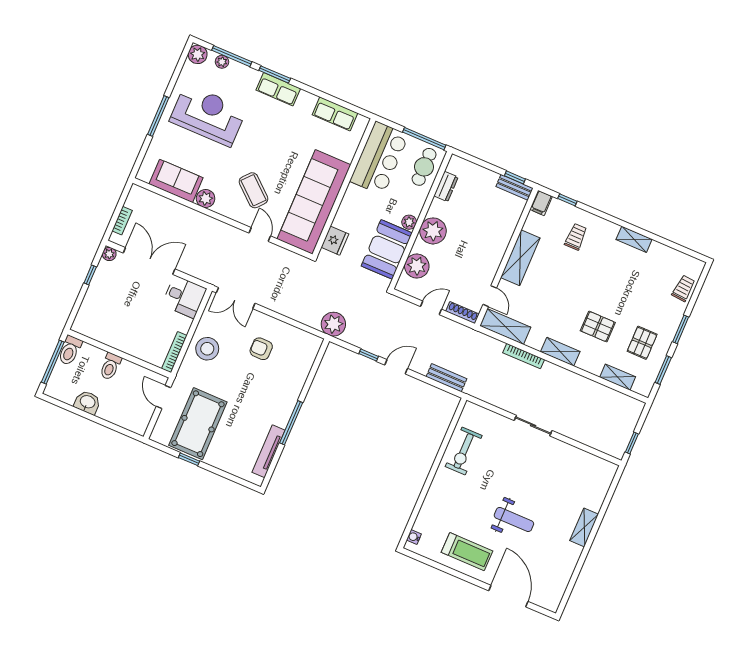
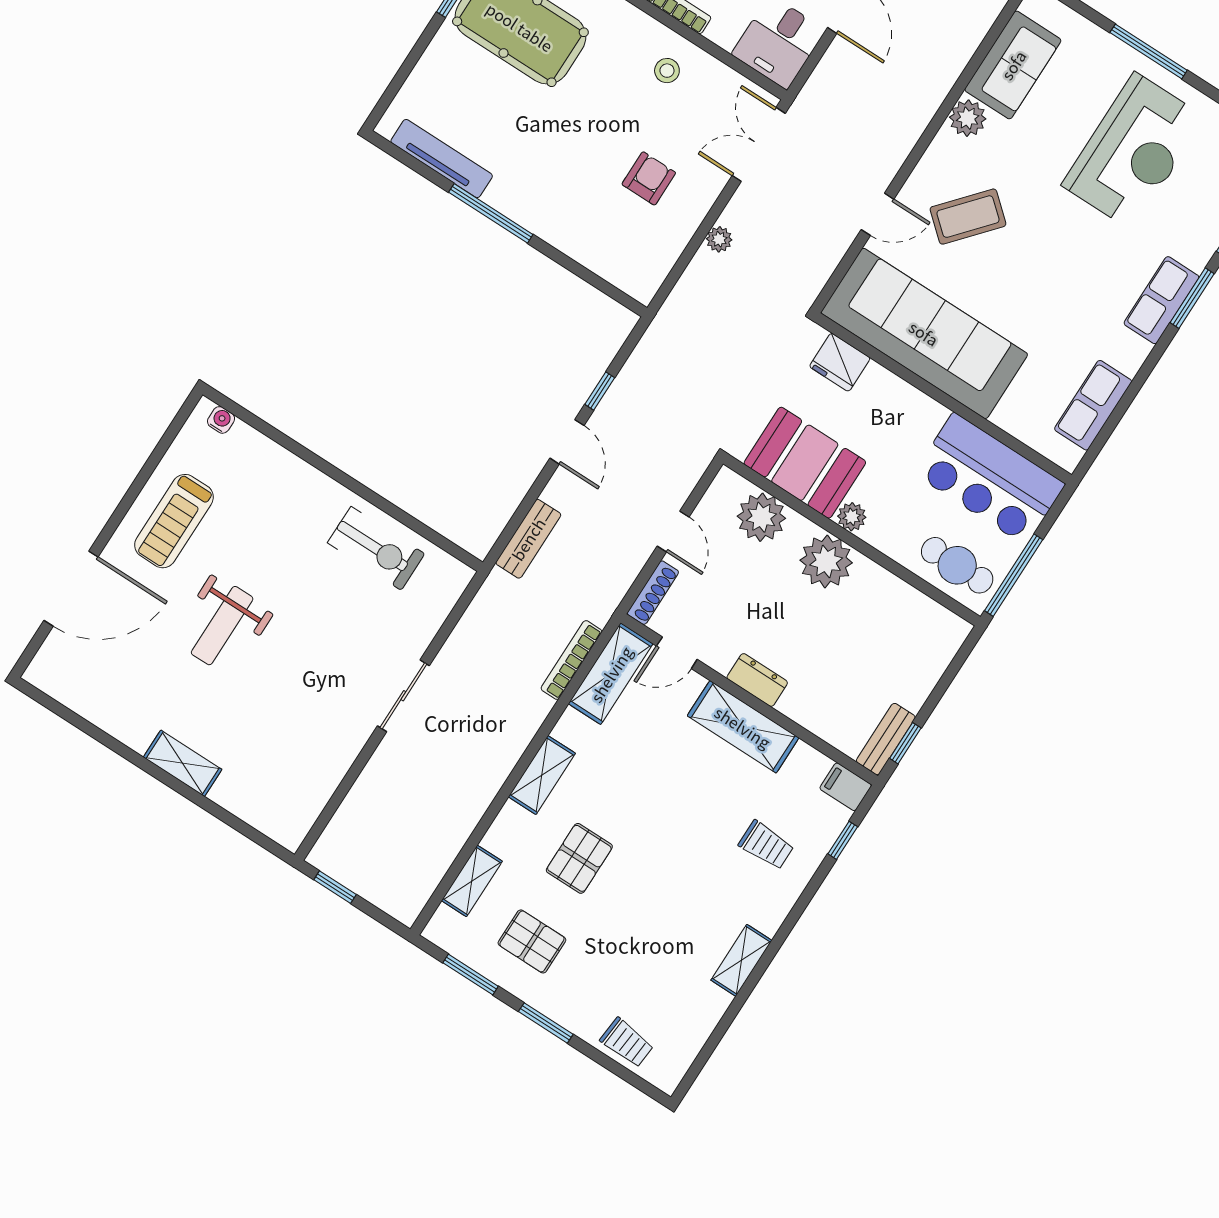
dresser: (446, 187) -> (757, 680), moved, turned 180
plant: (333, 324) -> (719, 239), moved, width x0.53, depth x0.53
stool: (207, 349) -> (667, 71), width x0.53, depth x0.53
bookcase: (524, 356) -> (571, 660), moved
exercise bike: (464, 451) -> (376, 548), turned 180

